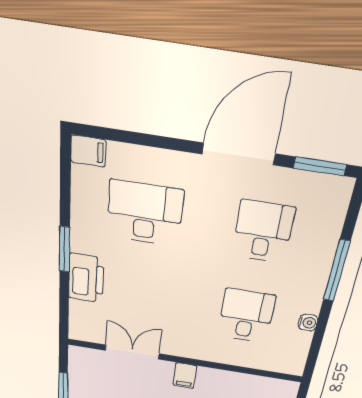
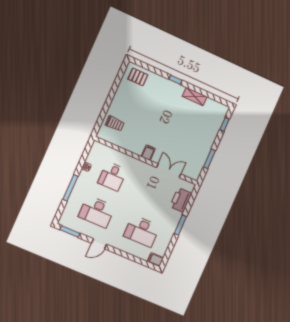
door: (239, 154) -> (99, 244), width x0.53
desk: (263, 232) -> (97, 212), width x1.37
printer: (86, 278) -> (181, 200), moved
double door: (132, 352) -> (169, 171), swing flipped

